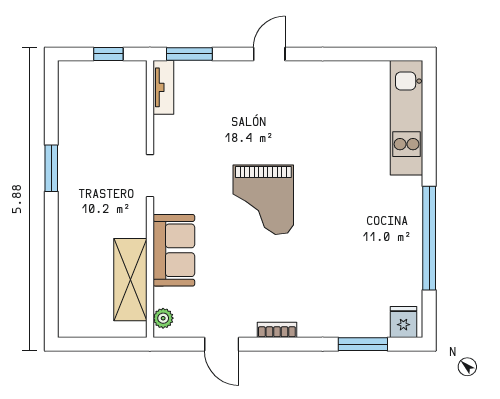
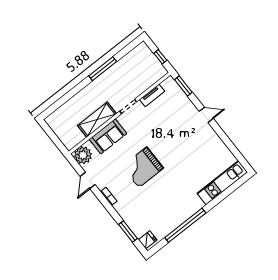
tv unit: (163, 87) -> (152, 95), moved
window: (51, 168) -> (103, 69), width x1.44
grand piano: (263, 200) -> (143, 167), moved
shelving: (130, 280) -> (97, 120), moved
plant: (163, 318) -> (83, 155), width x1.88, depth x1.88

